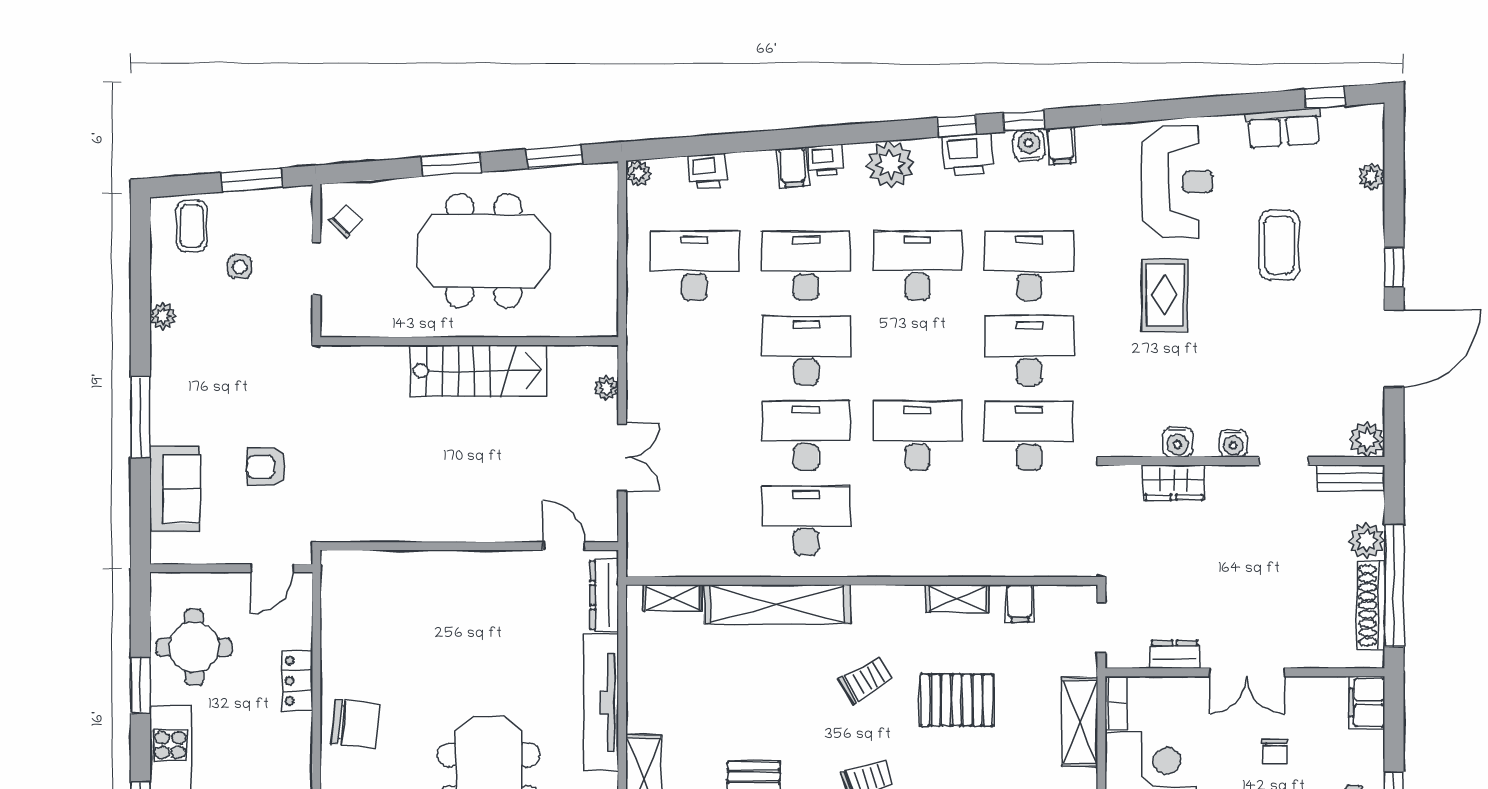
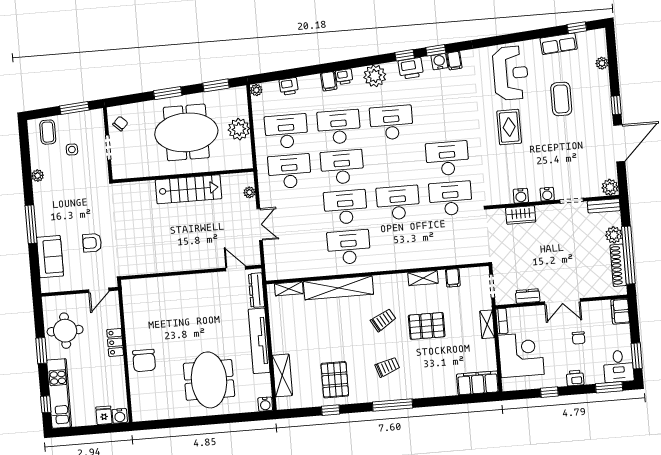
plant: (595, 253) -> (239, 129), added
desk: (1029, 266) -> (290, 171), moved
shelving: (1080, 722) -> (487, 324), width x0.67, depth x0.75
chair: (355, 724) -> (144, 360), turned 84

